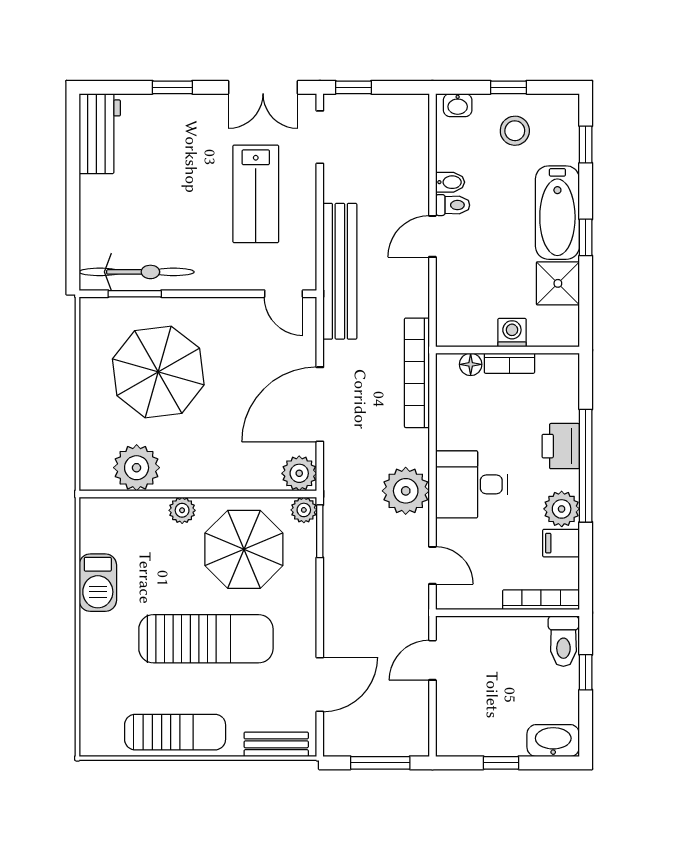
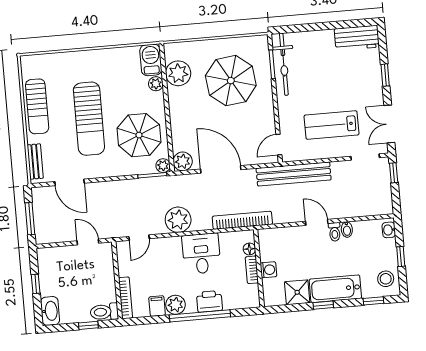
stool: (515, 131) -> (386, 279), moved
desk: (472, 484) -> (201, 254), moved
plant: (182, 510) -> (156, 84), moved
barbecue: (98, 583) -> (151, 60), moved, turned 90

